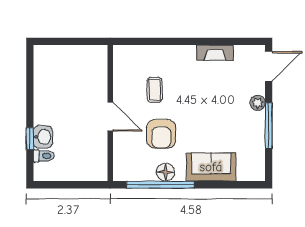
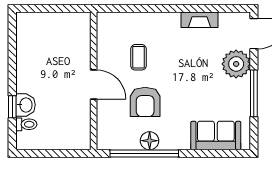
plant: (258, 103) -> (236, 64), width x1.88, depth x1.88
sofa: (211, 167) -> (216, 135), moved

